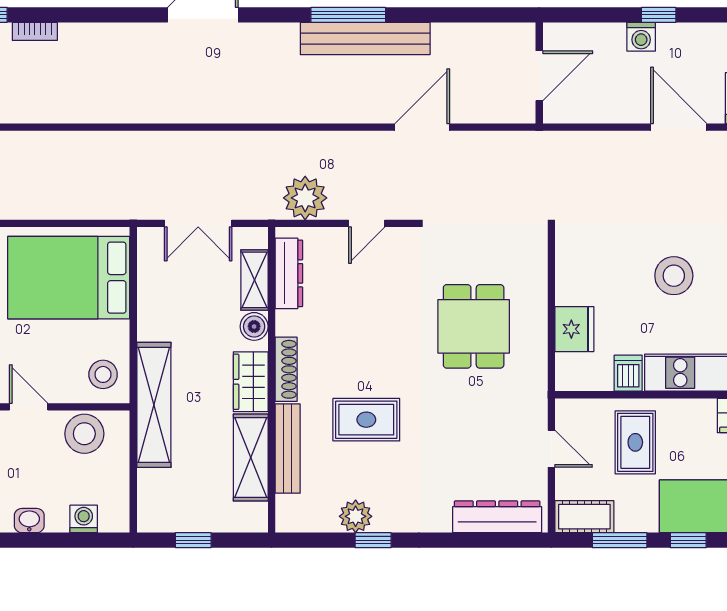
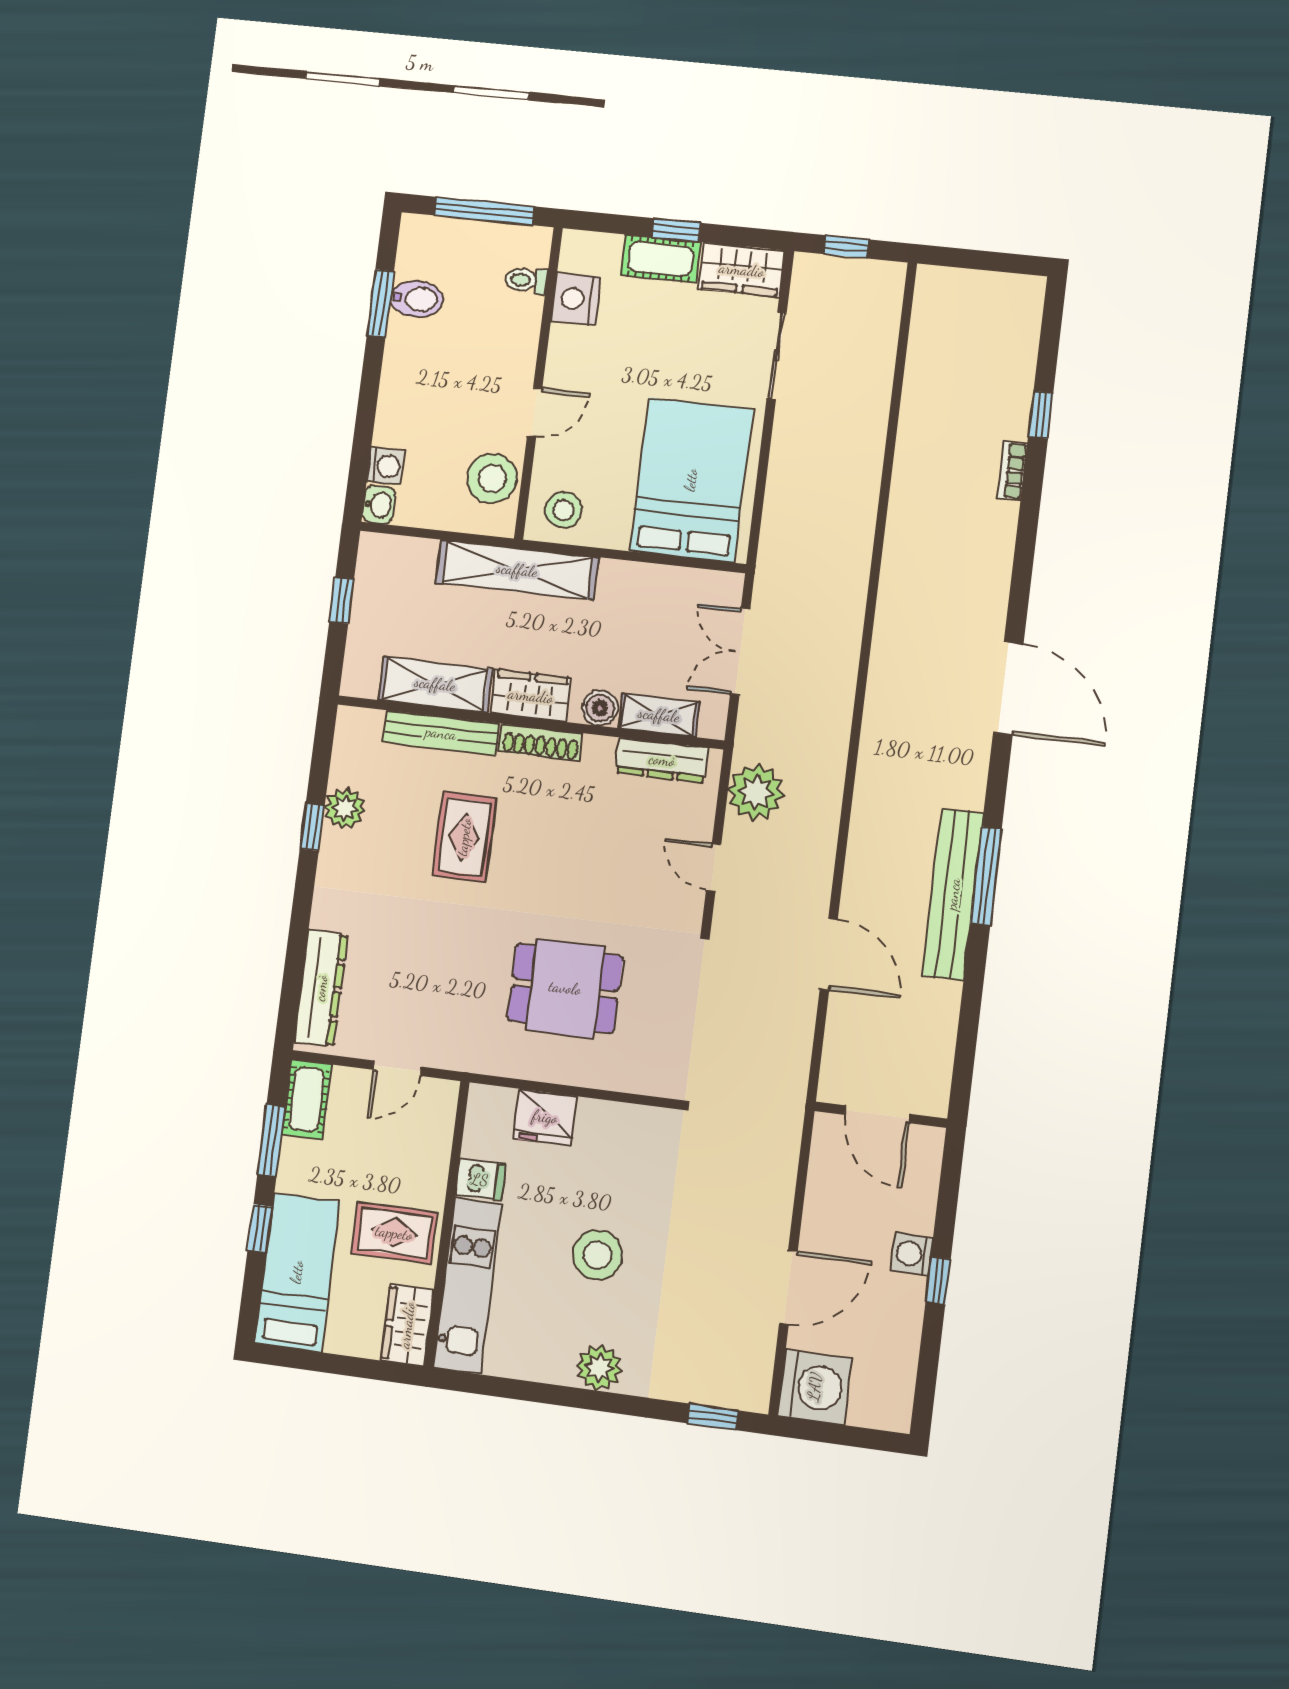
rug: (635, 442) -> (394, 1233), moved
washbasin: (29, 521) -> (379, 505), moved

